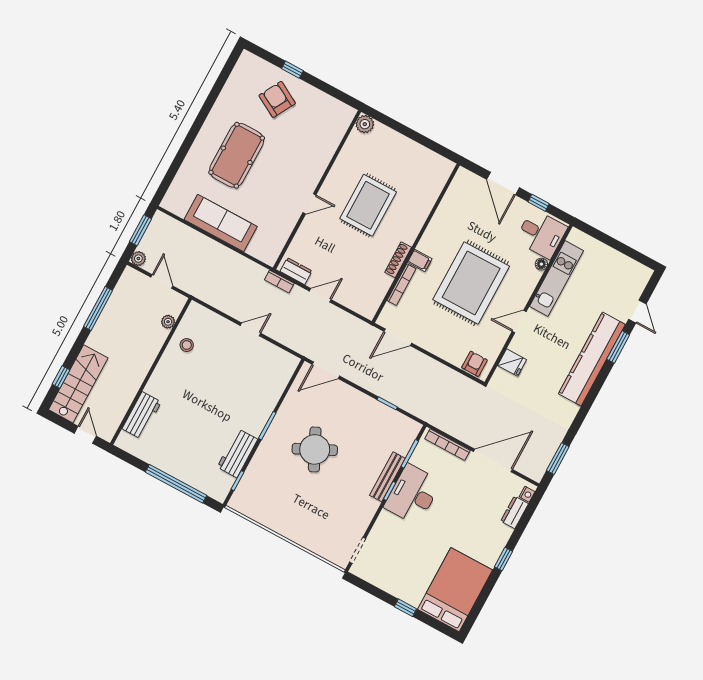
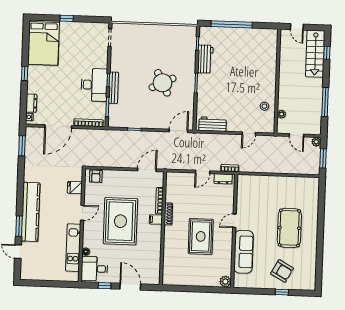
sofa: (221, 223) -> (244, 252), moved, turned -90
door: (250, 329) -> (249, 134), moved
workbench: (142, 415) -> (213, 124), moved, turned 90

